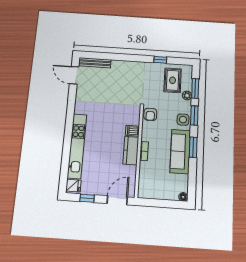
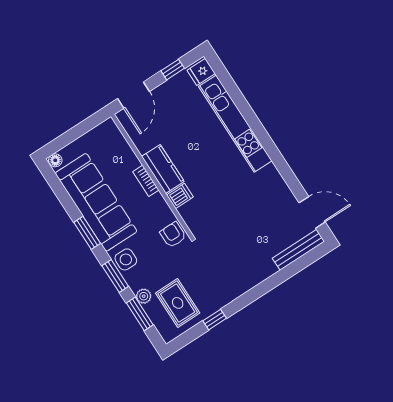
sofa: (180, 151) -> (96, 202), width x1.36, depth x1.27

